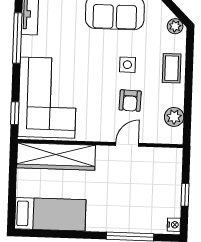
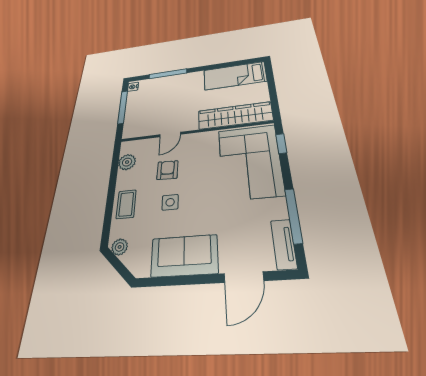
window: (185, 195) -> (123, 107), width x2.17

